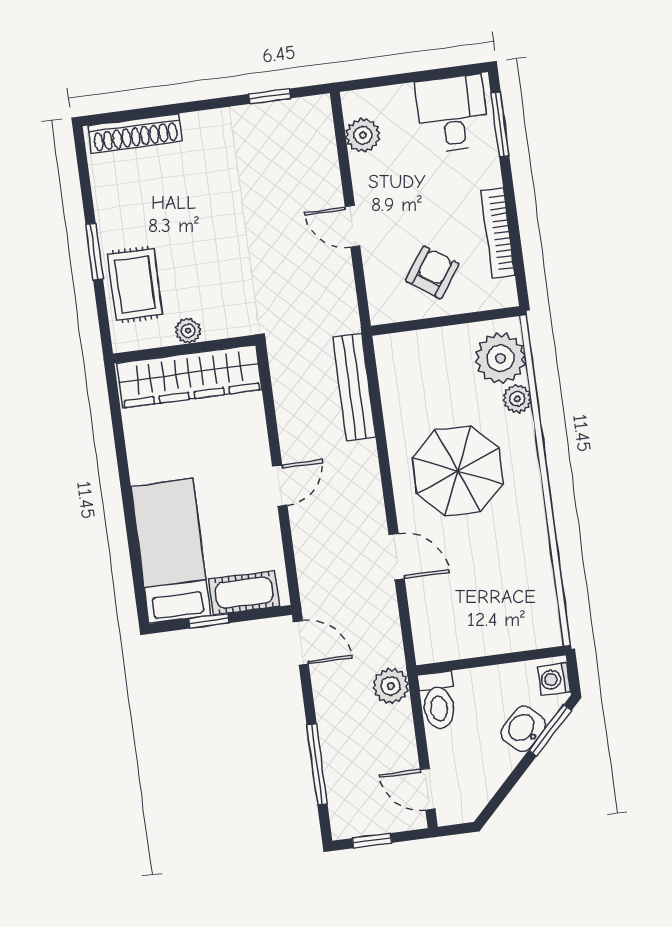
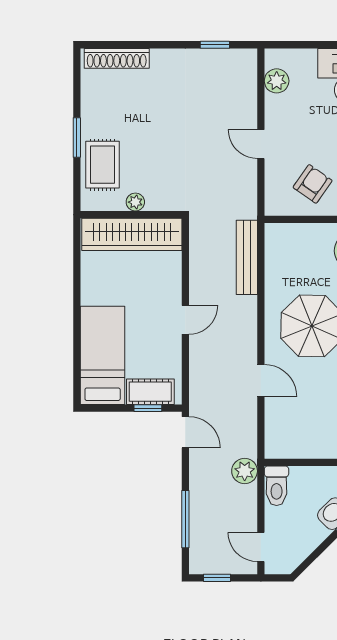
window: (209, 621) -> (148, 408), moved

